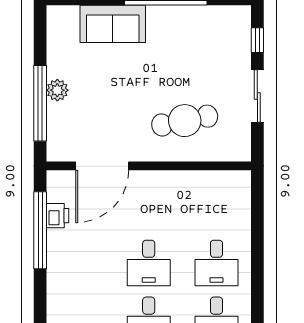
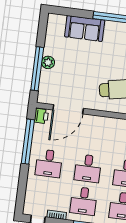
printer: (58, 216) -> (41, 116), moved
desk: (81, 263) -> (49, 163), added

